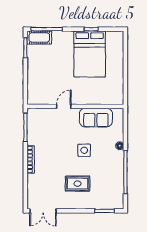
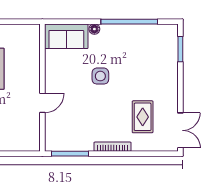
door: (64, 106) -> (42, 103), swing flipped
sofa: (96, 118) -> (66, 36), moved, turned 90
rug: (78, 184) -> (143, 117), moved

